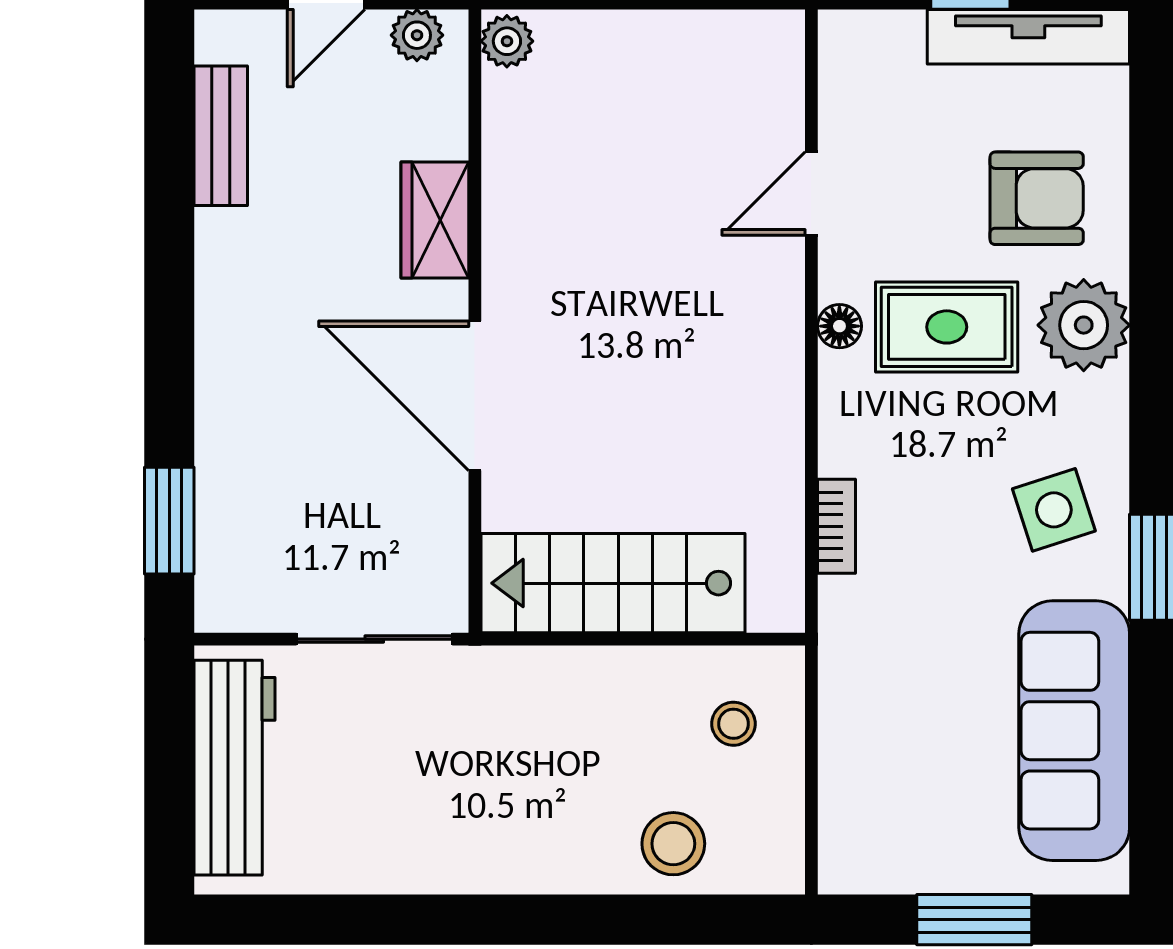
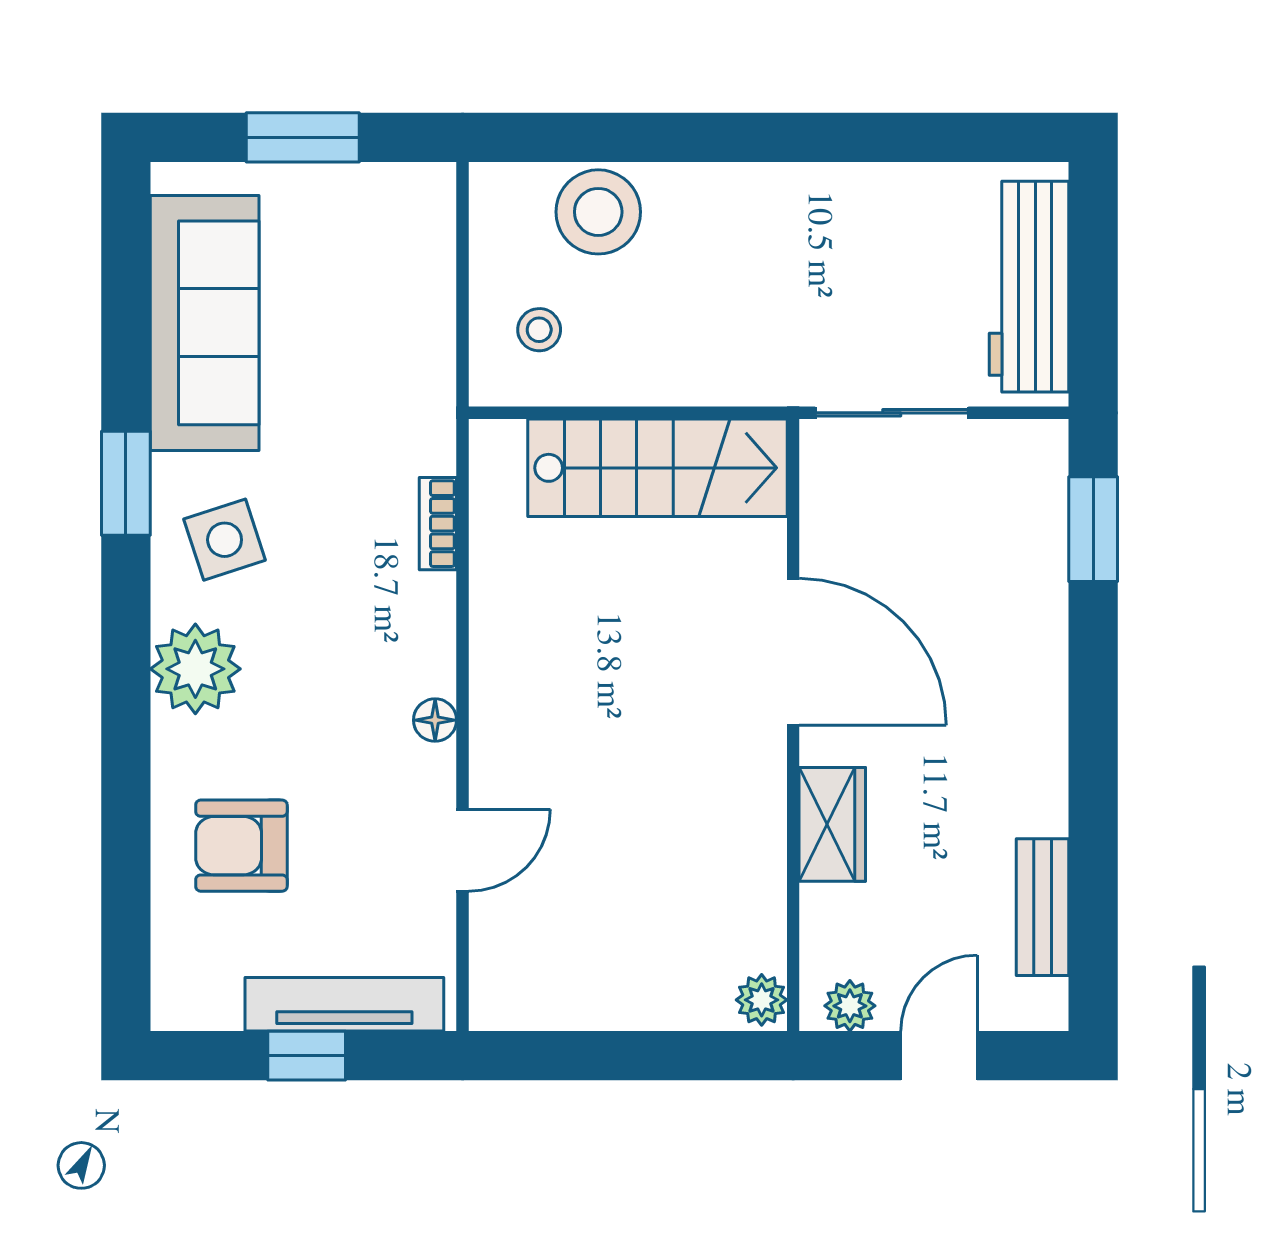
tv unit: (1028, 37) -> (344, 1004), moved
plant: (1084, 325) -> (195, 669), moved
rug: (947, 327) -> (330, 719), removed
stool: (673, 844) -> (598, 212), width x1.38, depth x1.38

